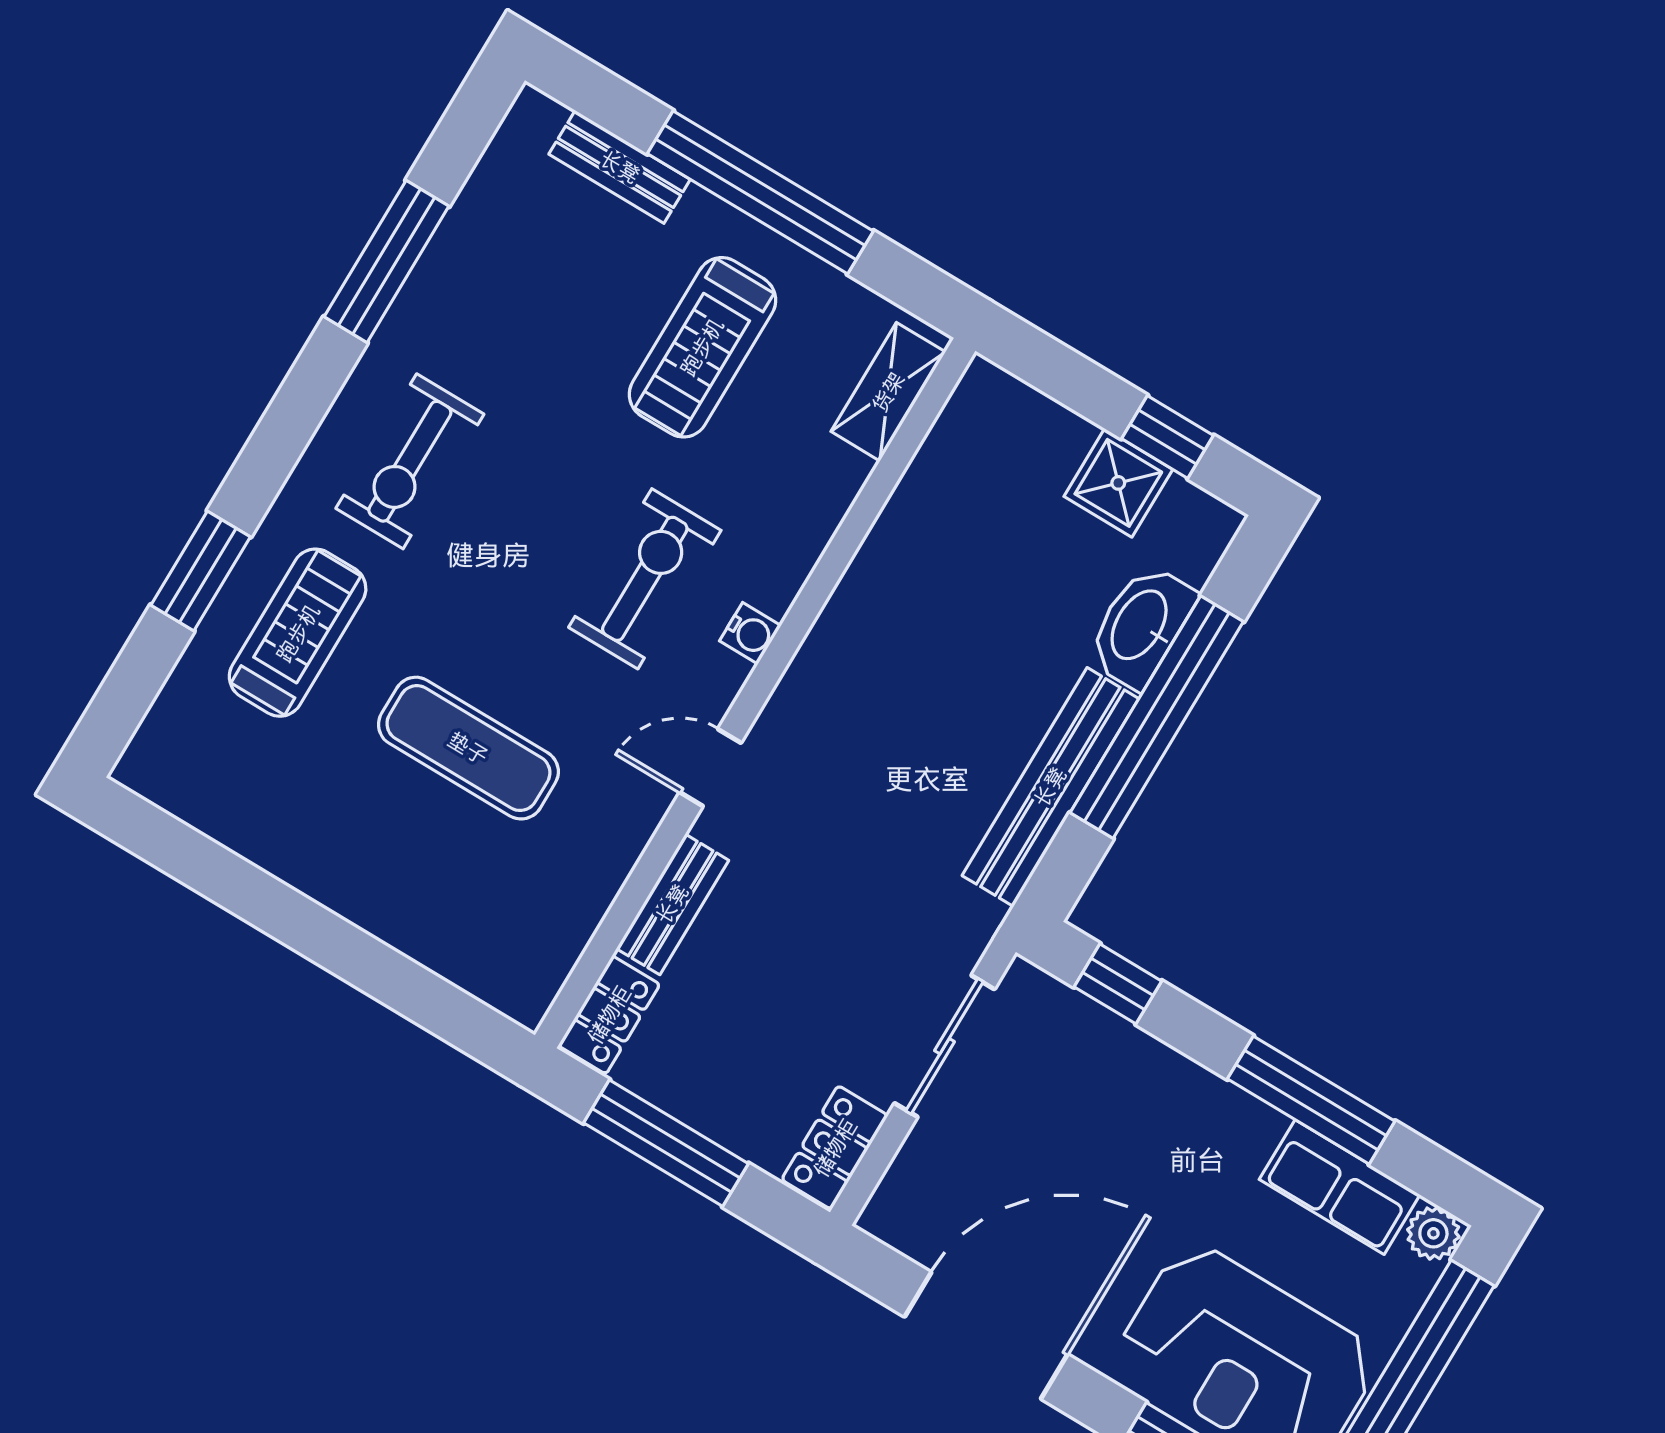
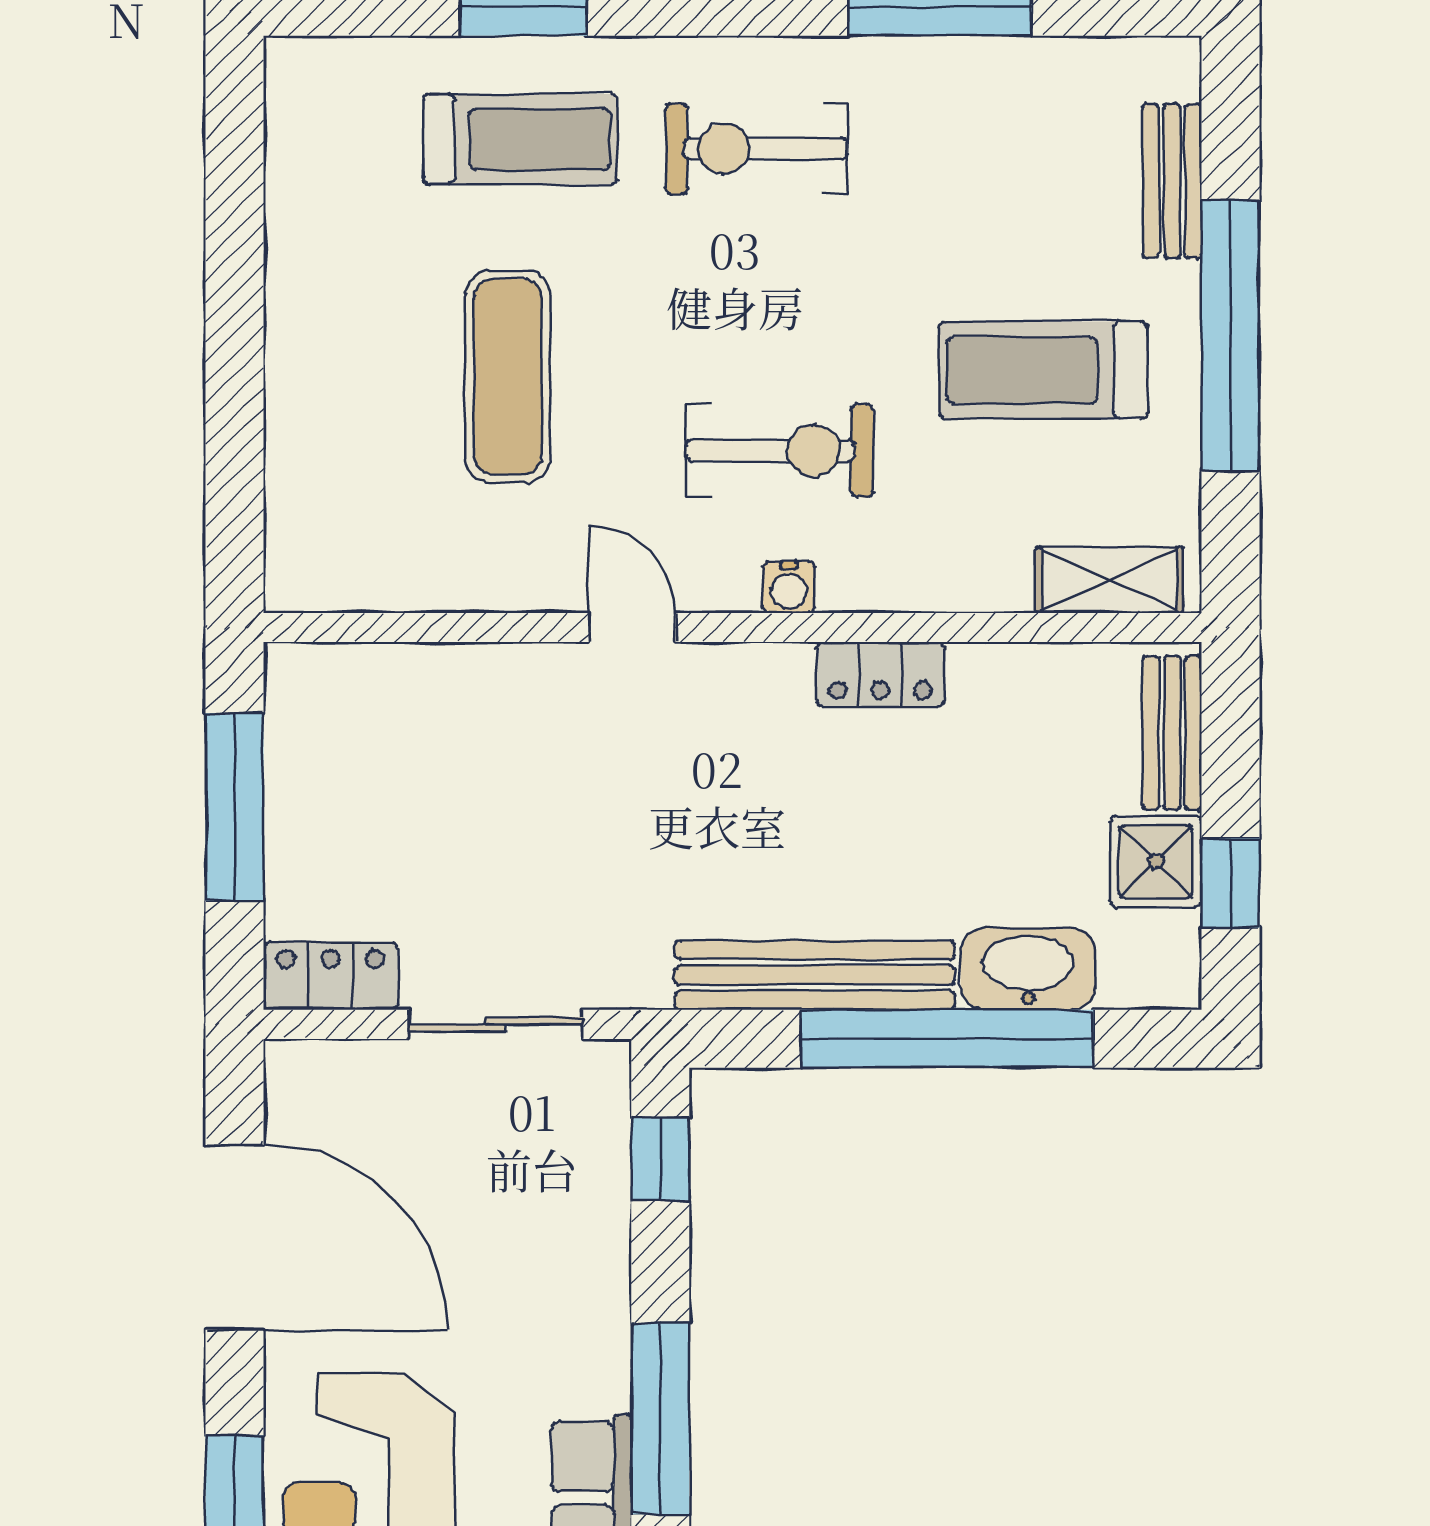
bench: (672, 904) -> (1172, 733), moved, turned 90
locker: (609, 1015) -> (880, 674), moved

